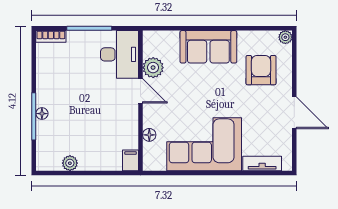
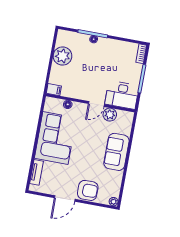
armchair: (261, 70) -> (88, 190), moved
plant: (70, 163) -> (63, 56), width x1.88, depth x1.88

